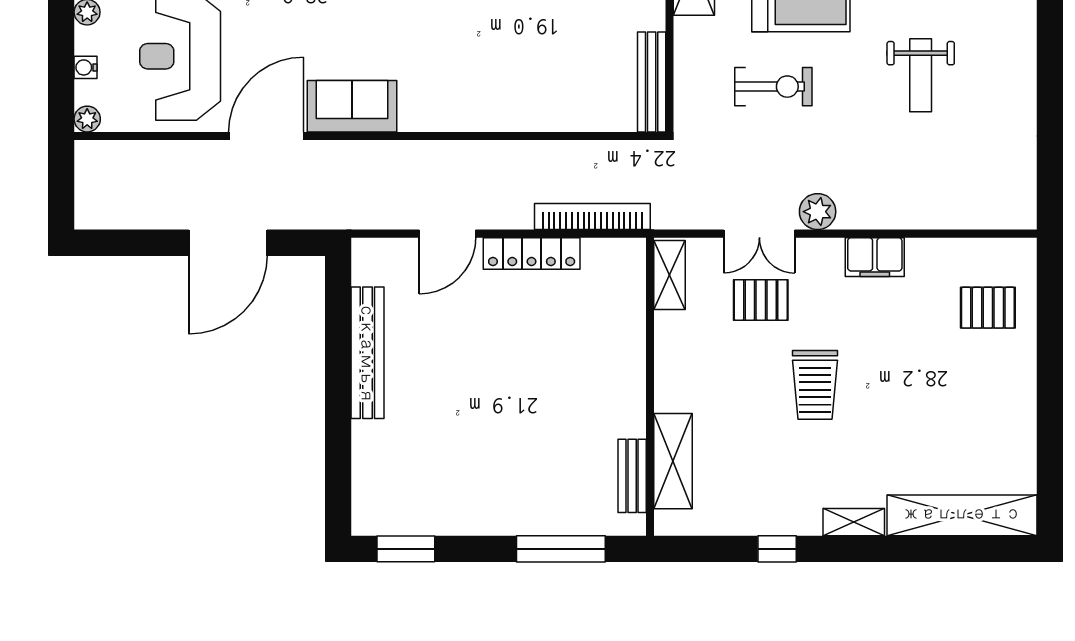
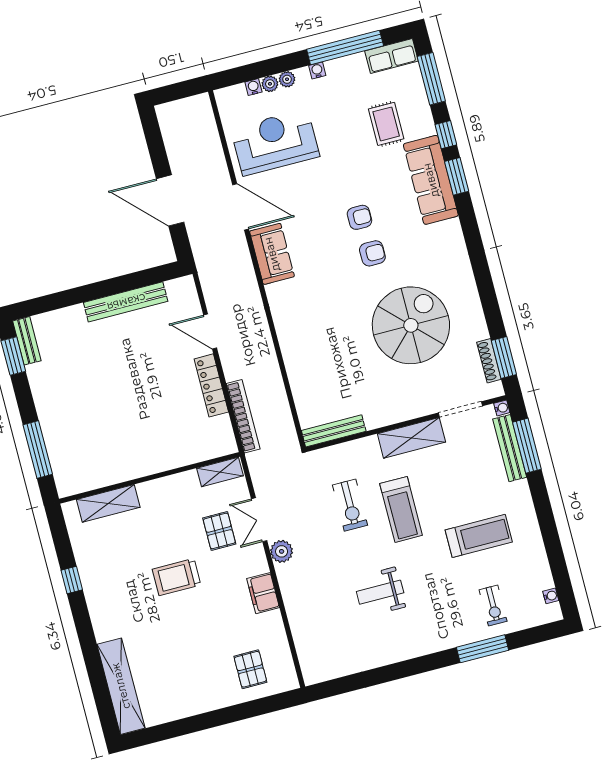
plant: (87, 119) -> (270, 84), moved
bench: (632, 476) -> (27, 341), moved, turned 90
shelving: (854, 522) -> (100, 622), removed

